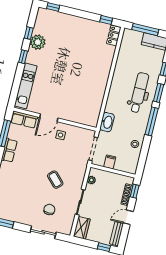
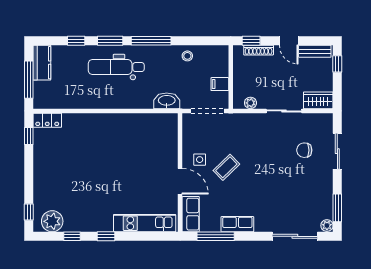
plant: (38, 42) -> (52, 221), moved
coffee table: (55, 180) -> (226, 167), moved

